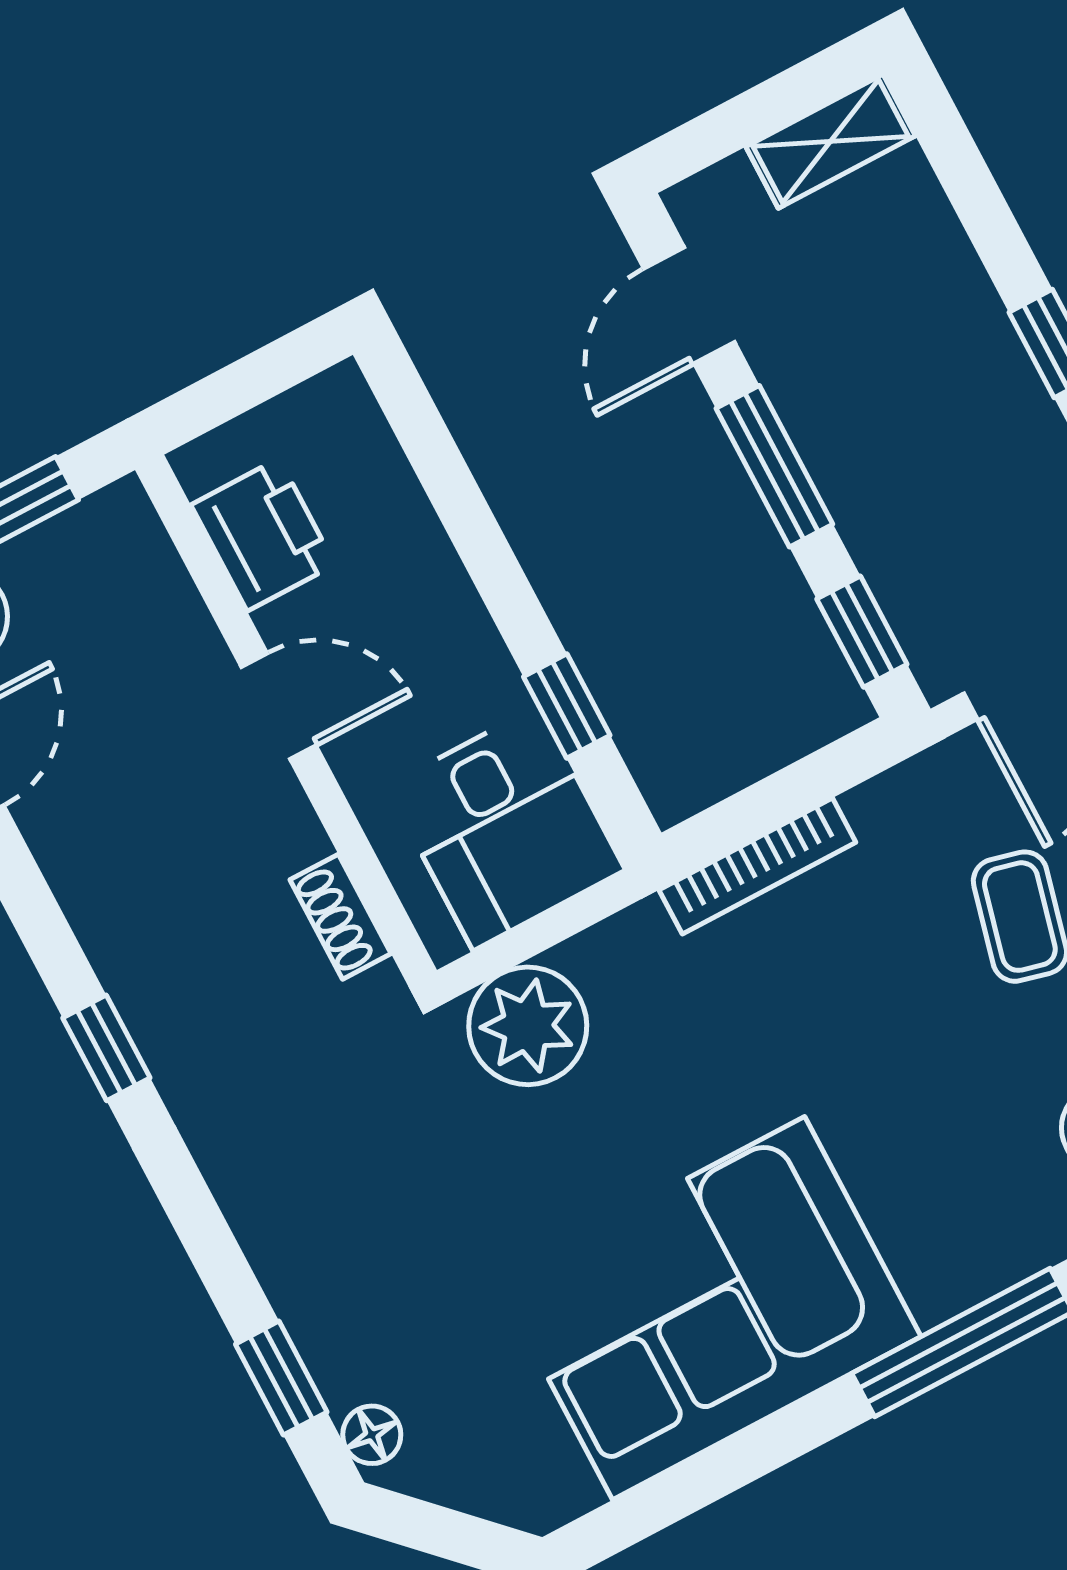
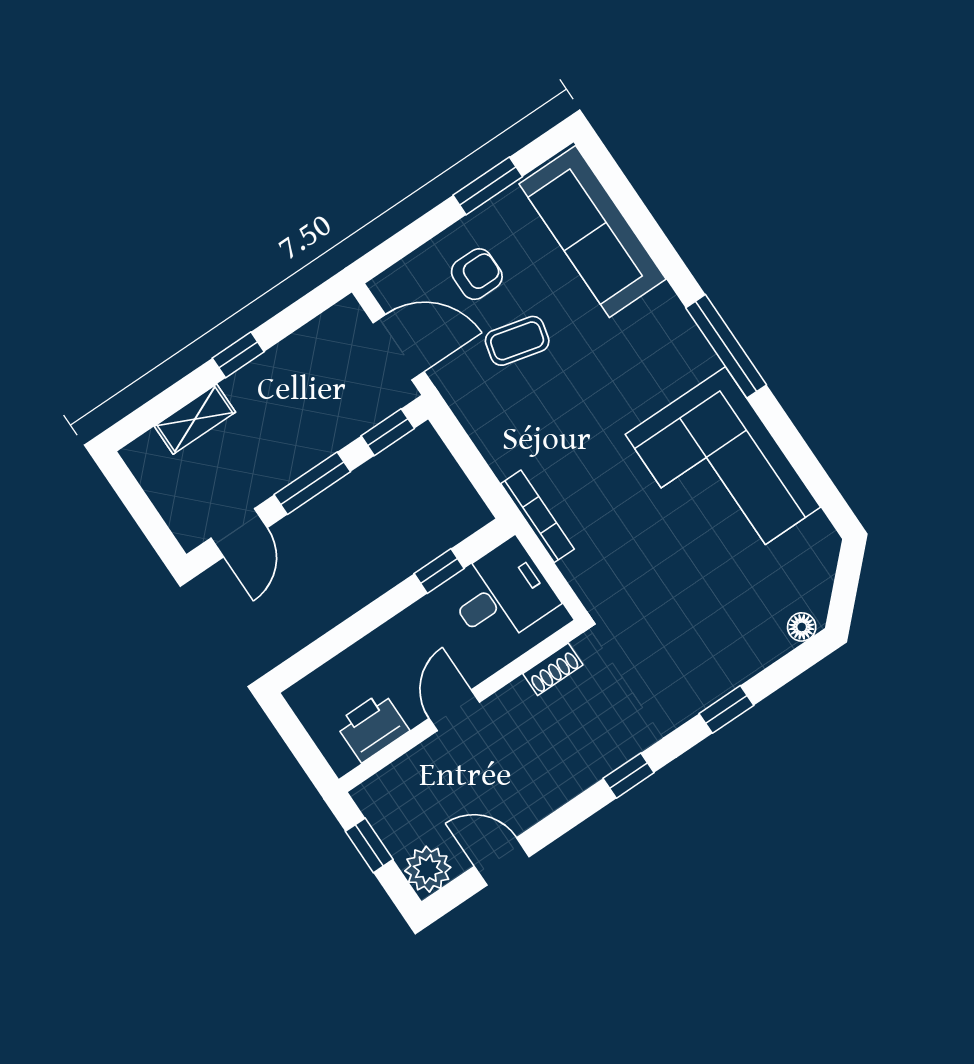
shelving: (831, 141) -> (195, 419), moved, turned 90
door: (689, 305) -> (239, 533), hinge flipped
bookcase: (757, 866) -> (538, 516), moved
plant: (528, 1026) -> (596, 573), removed
window: (281, 1378) -> (726, 709), moved

